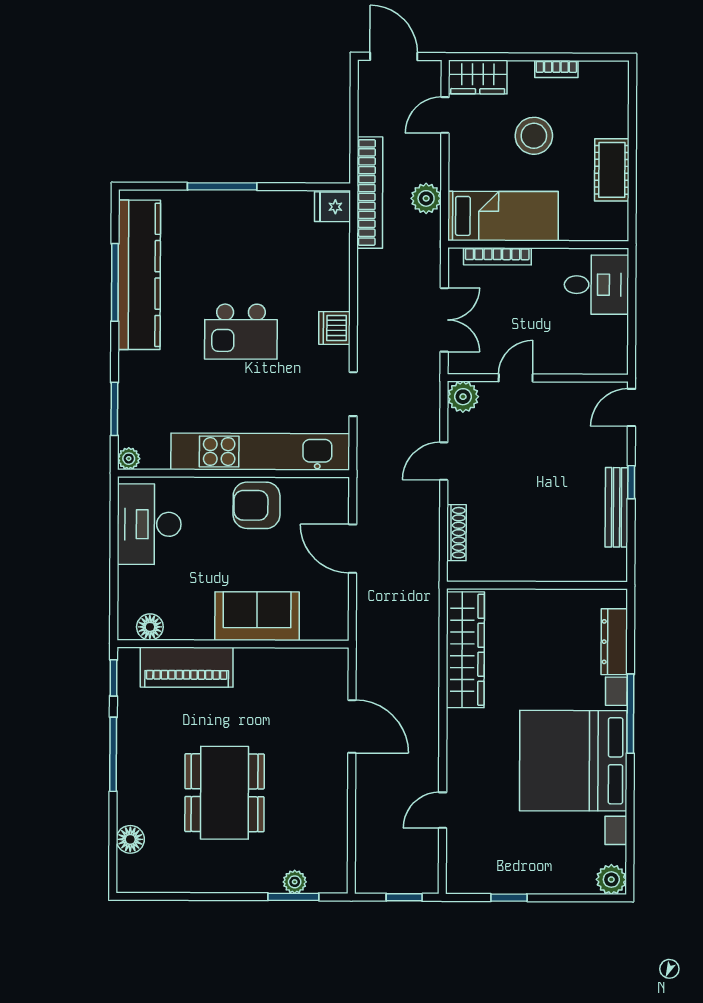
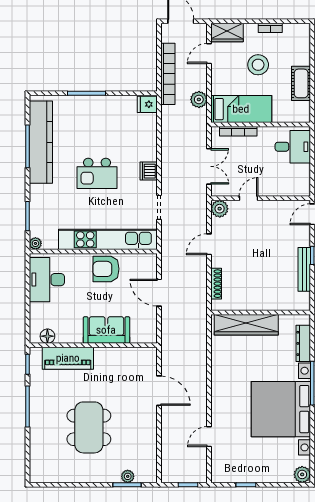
bookcase: (370, 193) -> (168, 74), moved
wardrobe: (465, 650) -> (246, 325), moved, turned 90
floor lamp: (130, 839) -> (37, 453), removed

